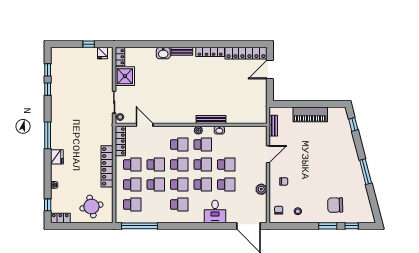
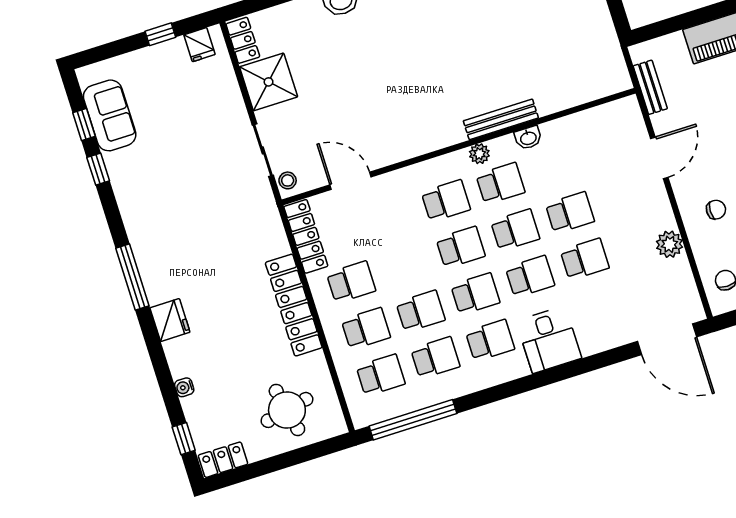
sofa: (59, 70) -> (110, 115), added
school desk: (156, 165) -> (435, 358), moved
desk: (215, 211) -> (549, 340), moved

